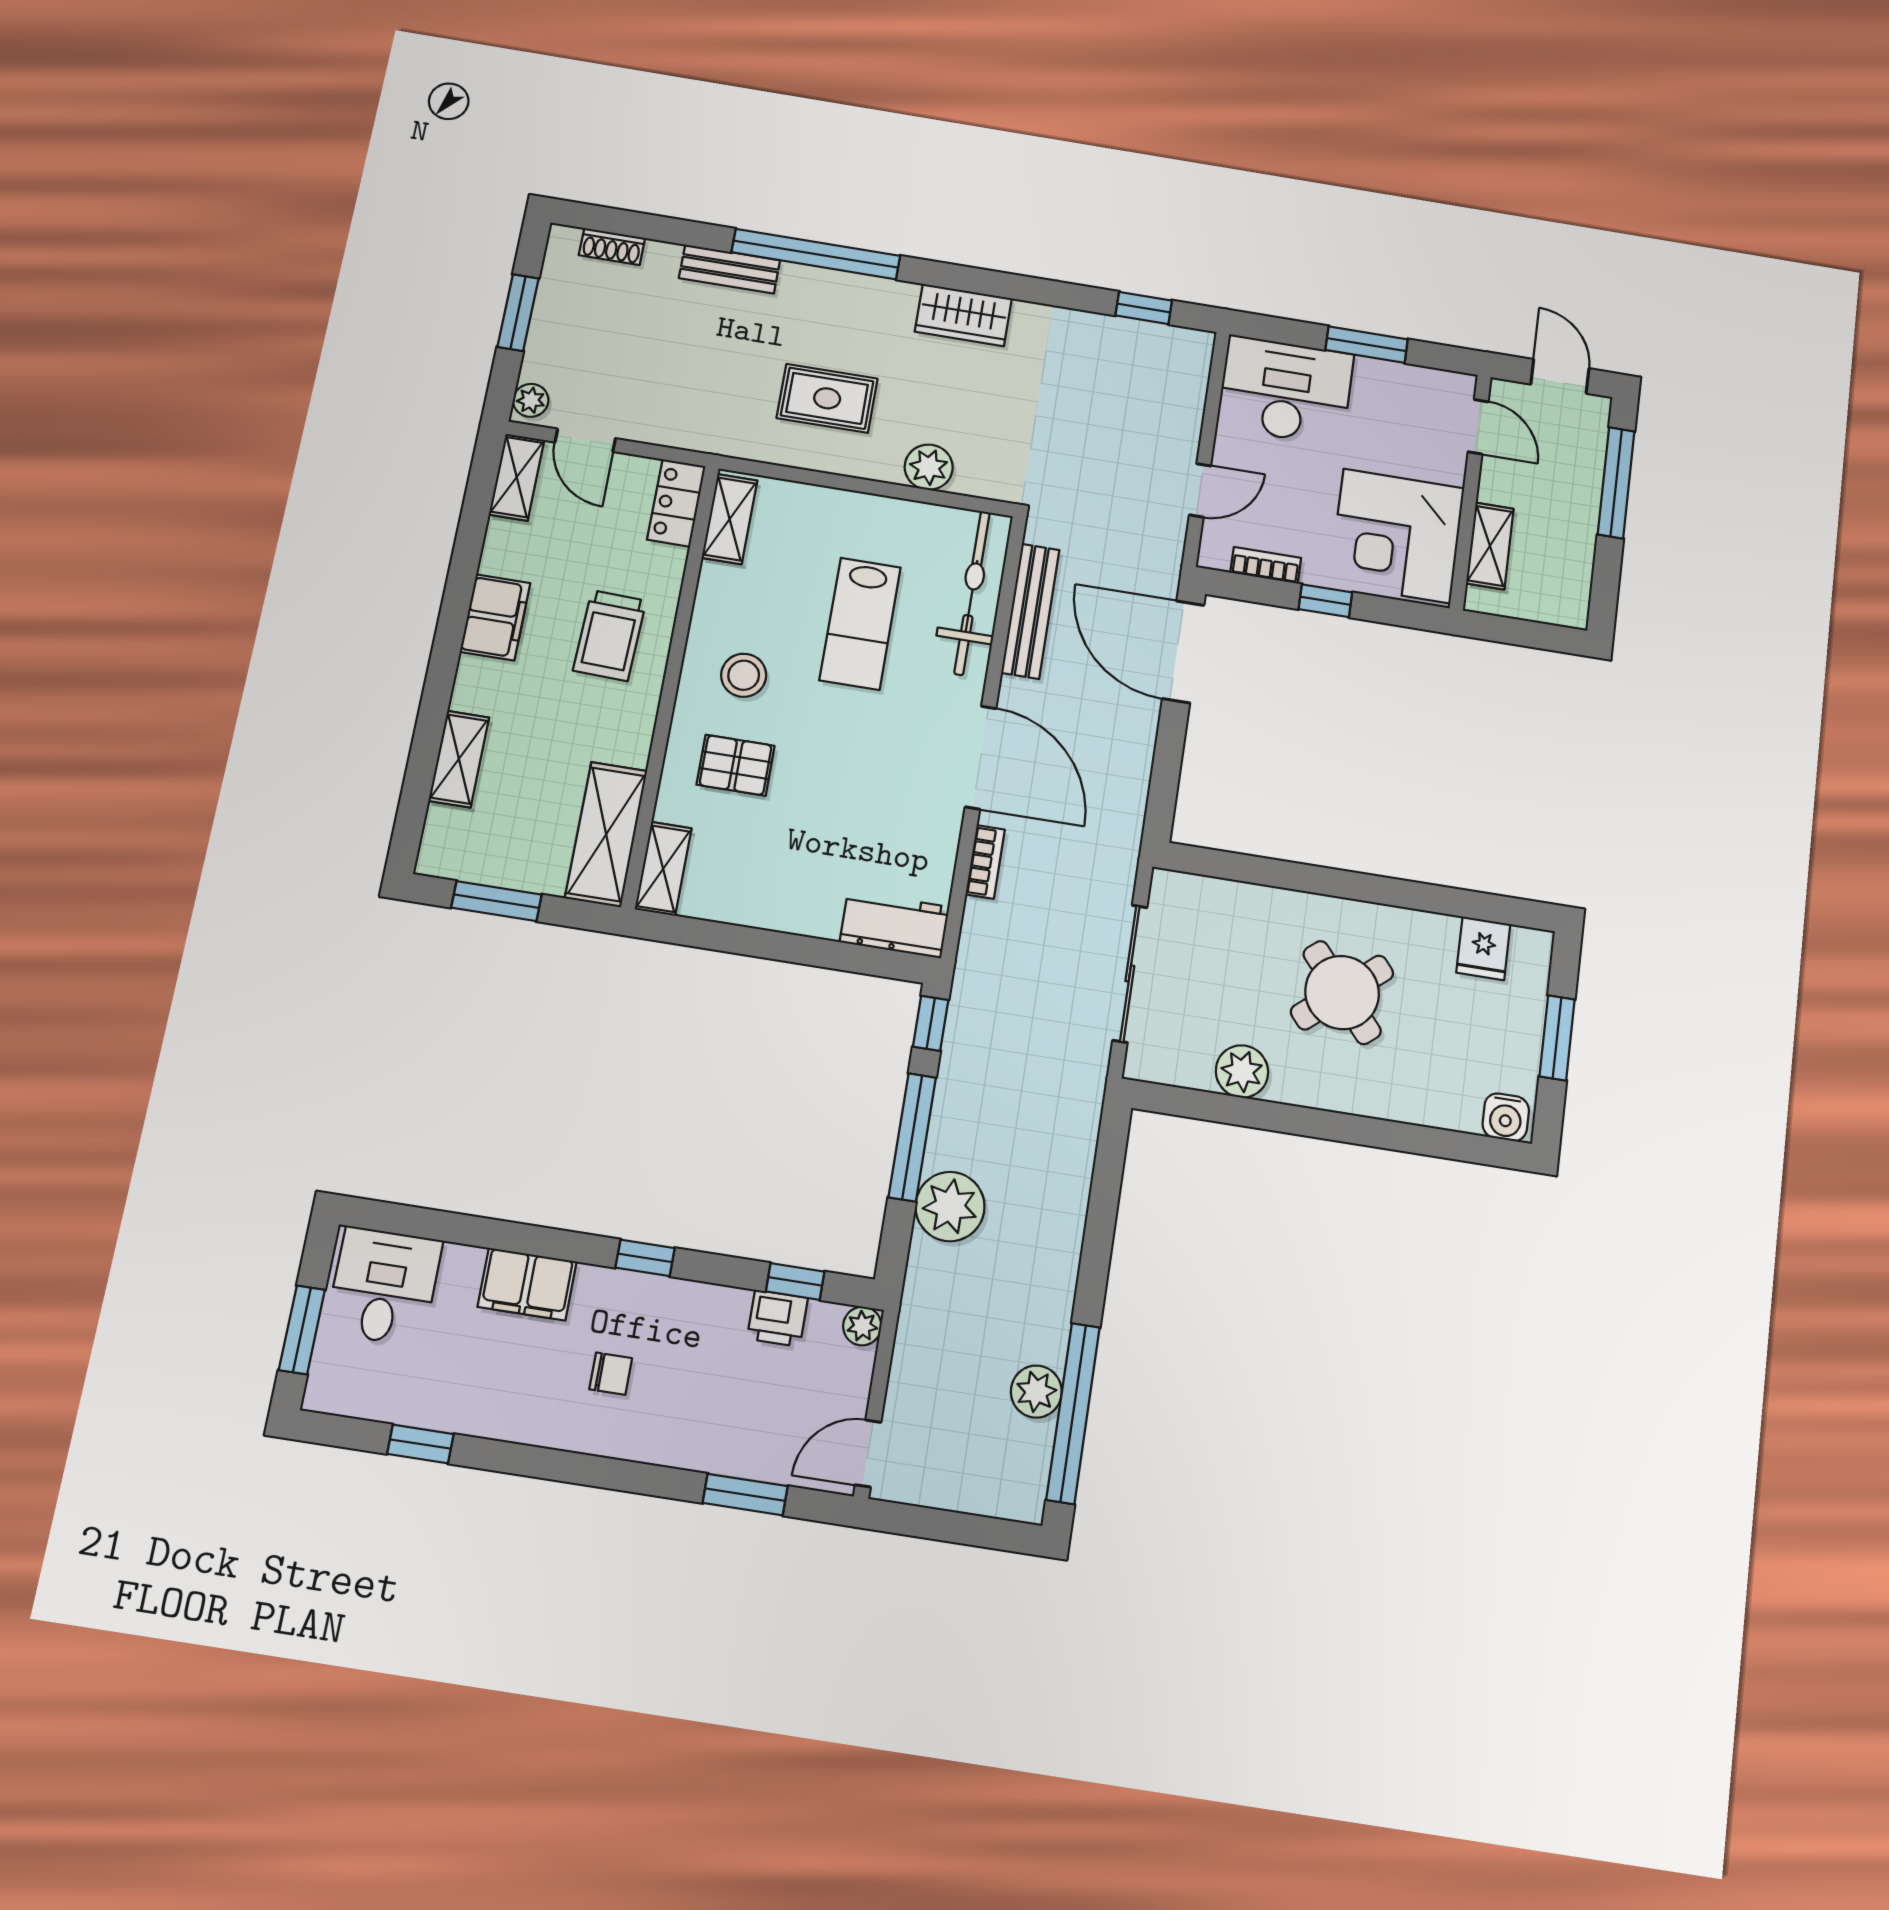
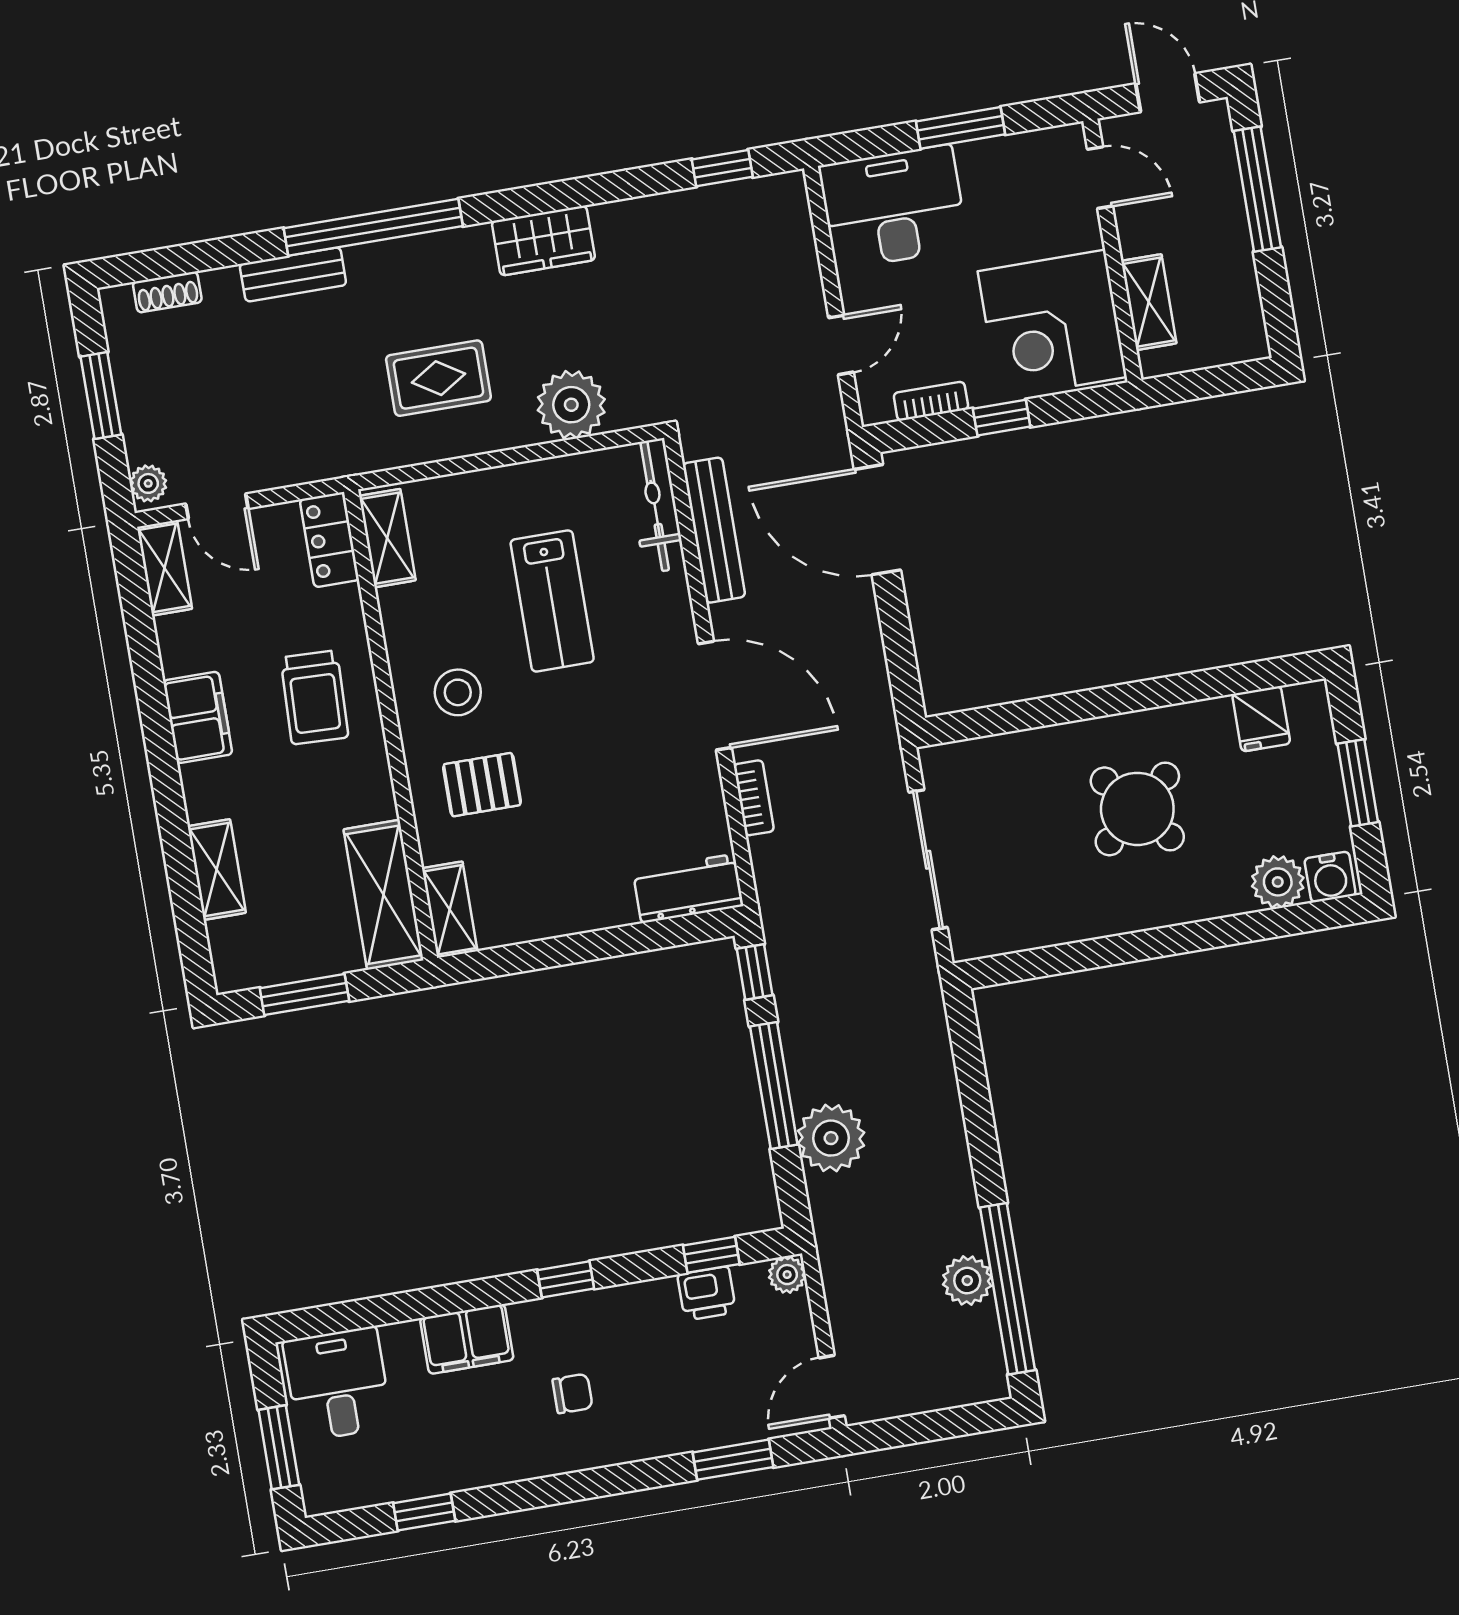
plant: (929, 467) -> (571, 405), width x1.36, depth x1.36
bicycle: (972, 593) -> (655, 506), width x0.73, depth x0.71
plant: (1242, 1071) -> (1278, 882), moved

